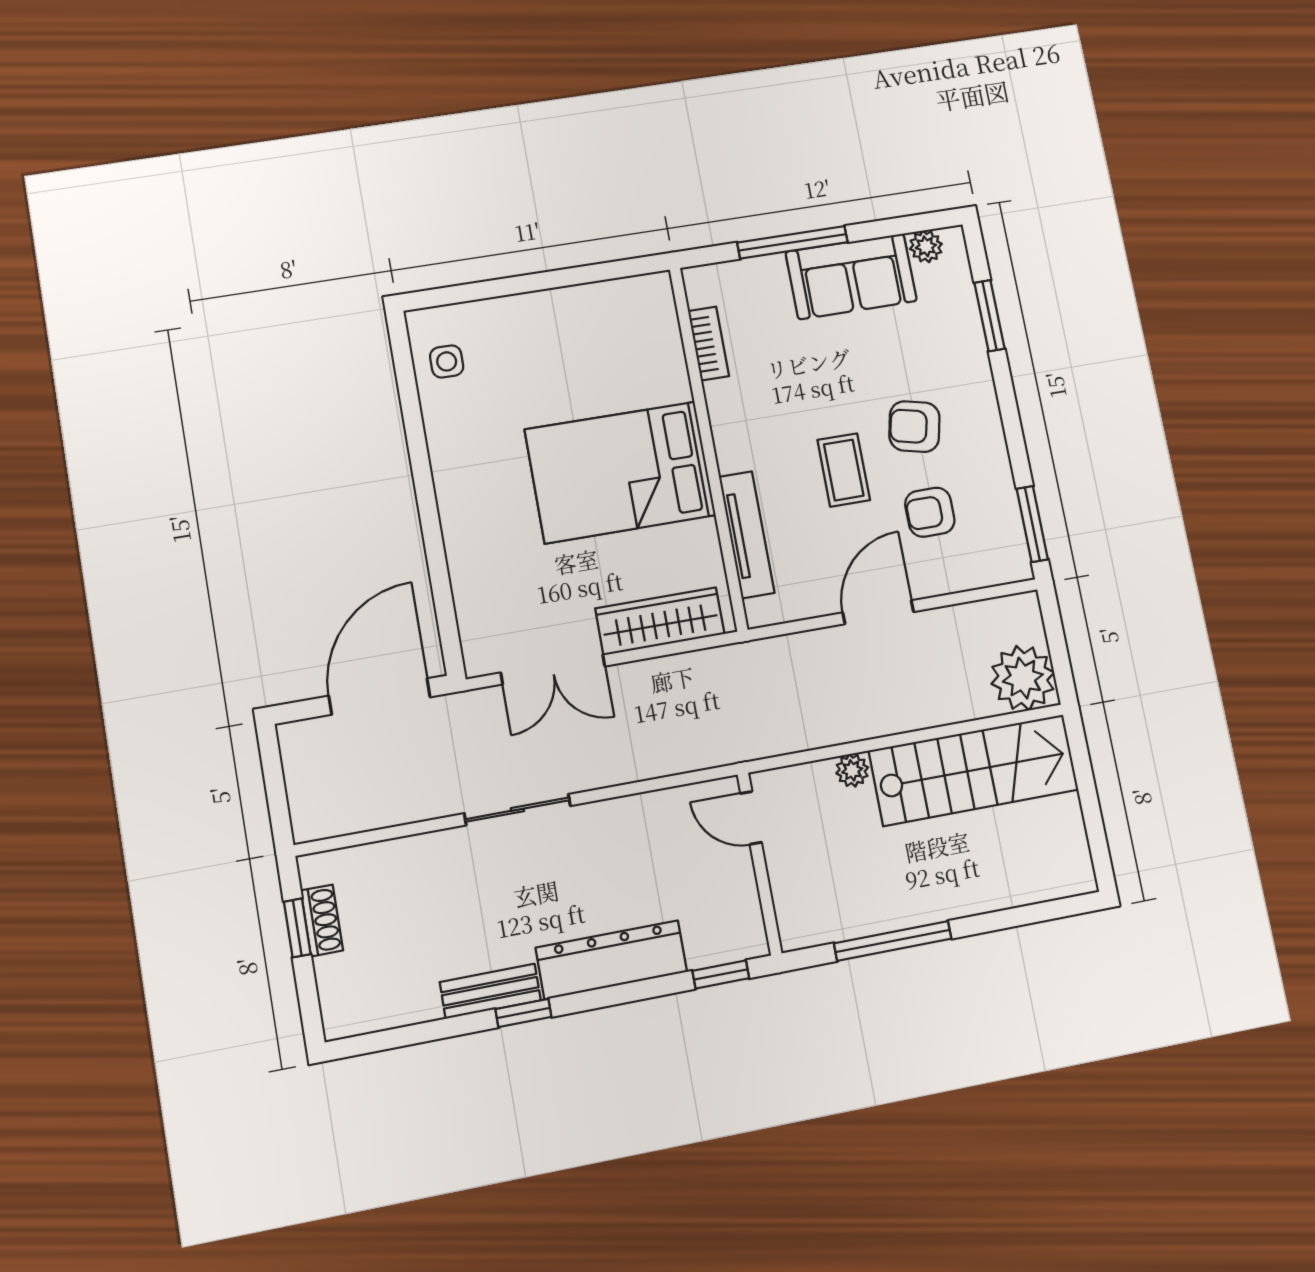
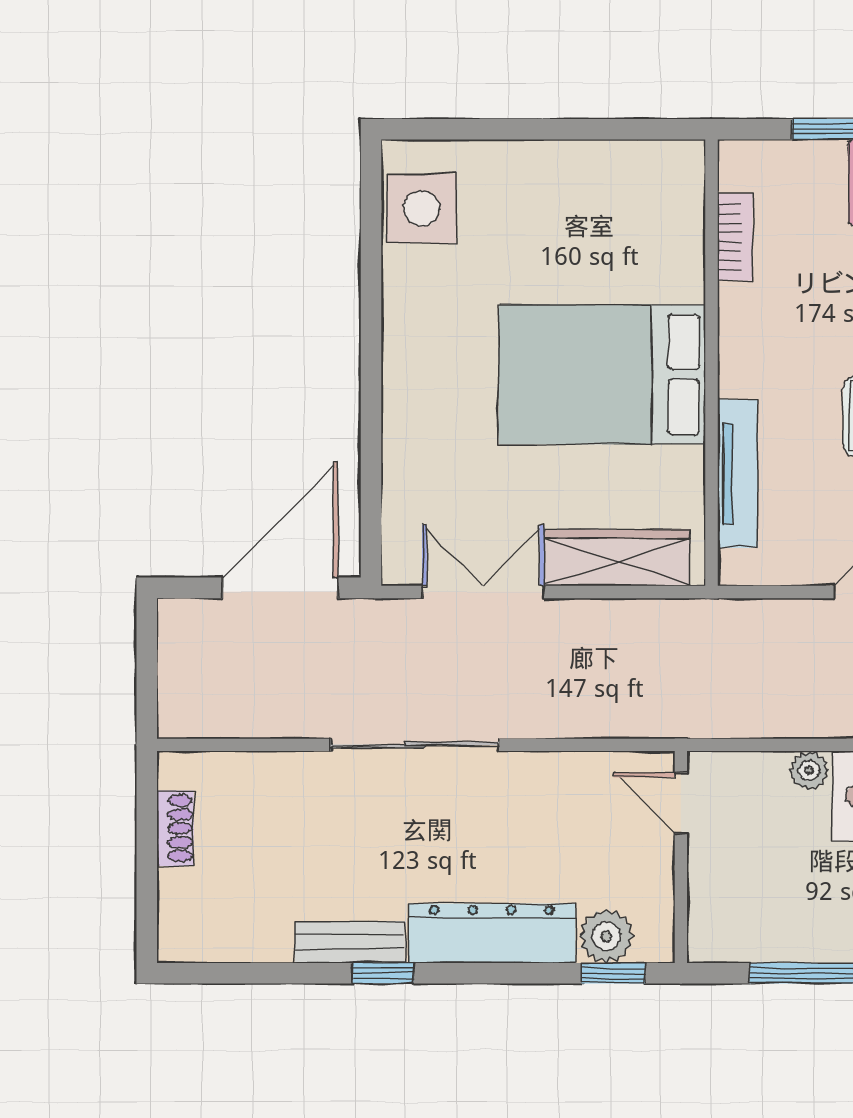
side table: (447, 361) -> (422, 209), width x1.87, depth x1.87
double door: (553, 669) -> (483, 592), swing flipped
sliding door: (517, 810) -> (415, 745), width x1.37
window: (297, 928) -> (147, 831), removed
plant: (709, 943) -> (606, 936), added

